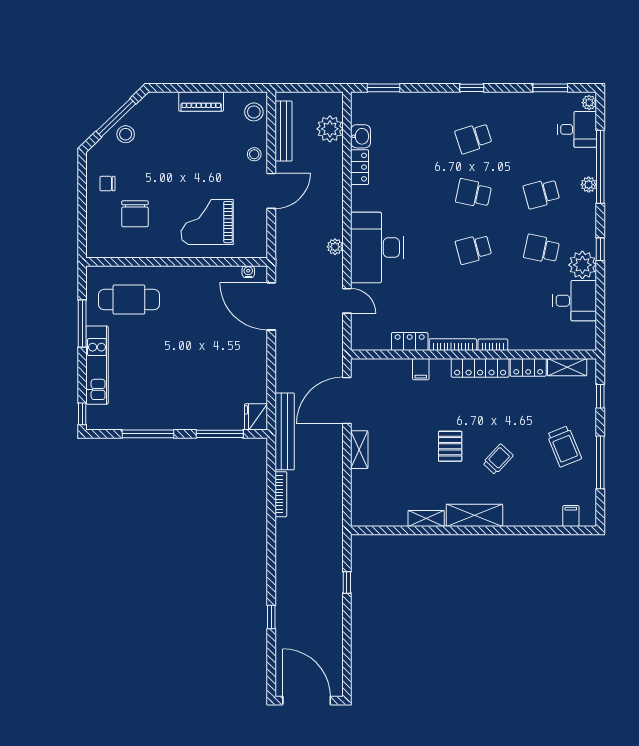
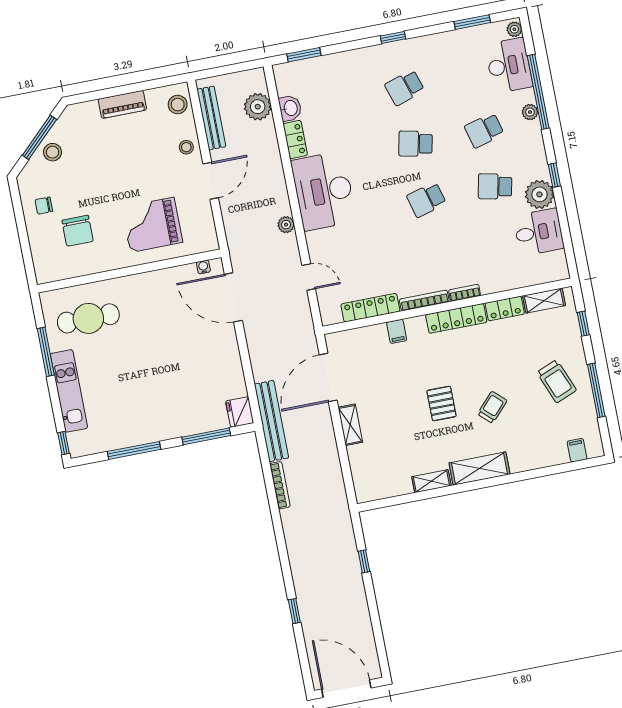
desk: (577, 129) -> (509, 65), width x1.37
desk: (377, 248) -> (324, 191), moved
locker: (410, 342) -> (370, 308), width x1.53

